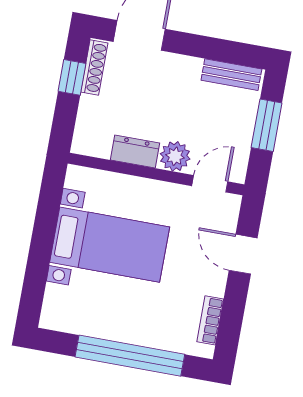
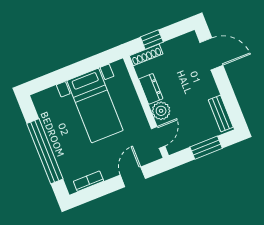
shoe rack: (94, 68) -> (146, 55), moved
window: (72, 77) -> (152, 40), moved
door: (210, 184) -> (158, 137), hinge flipped

